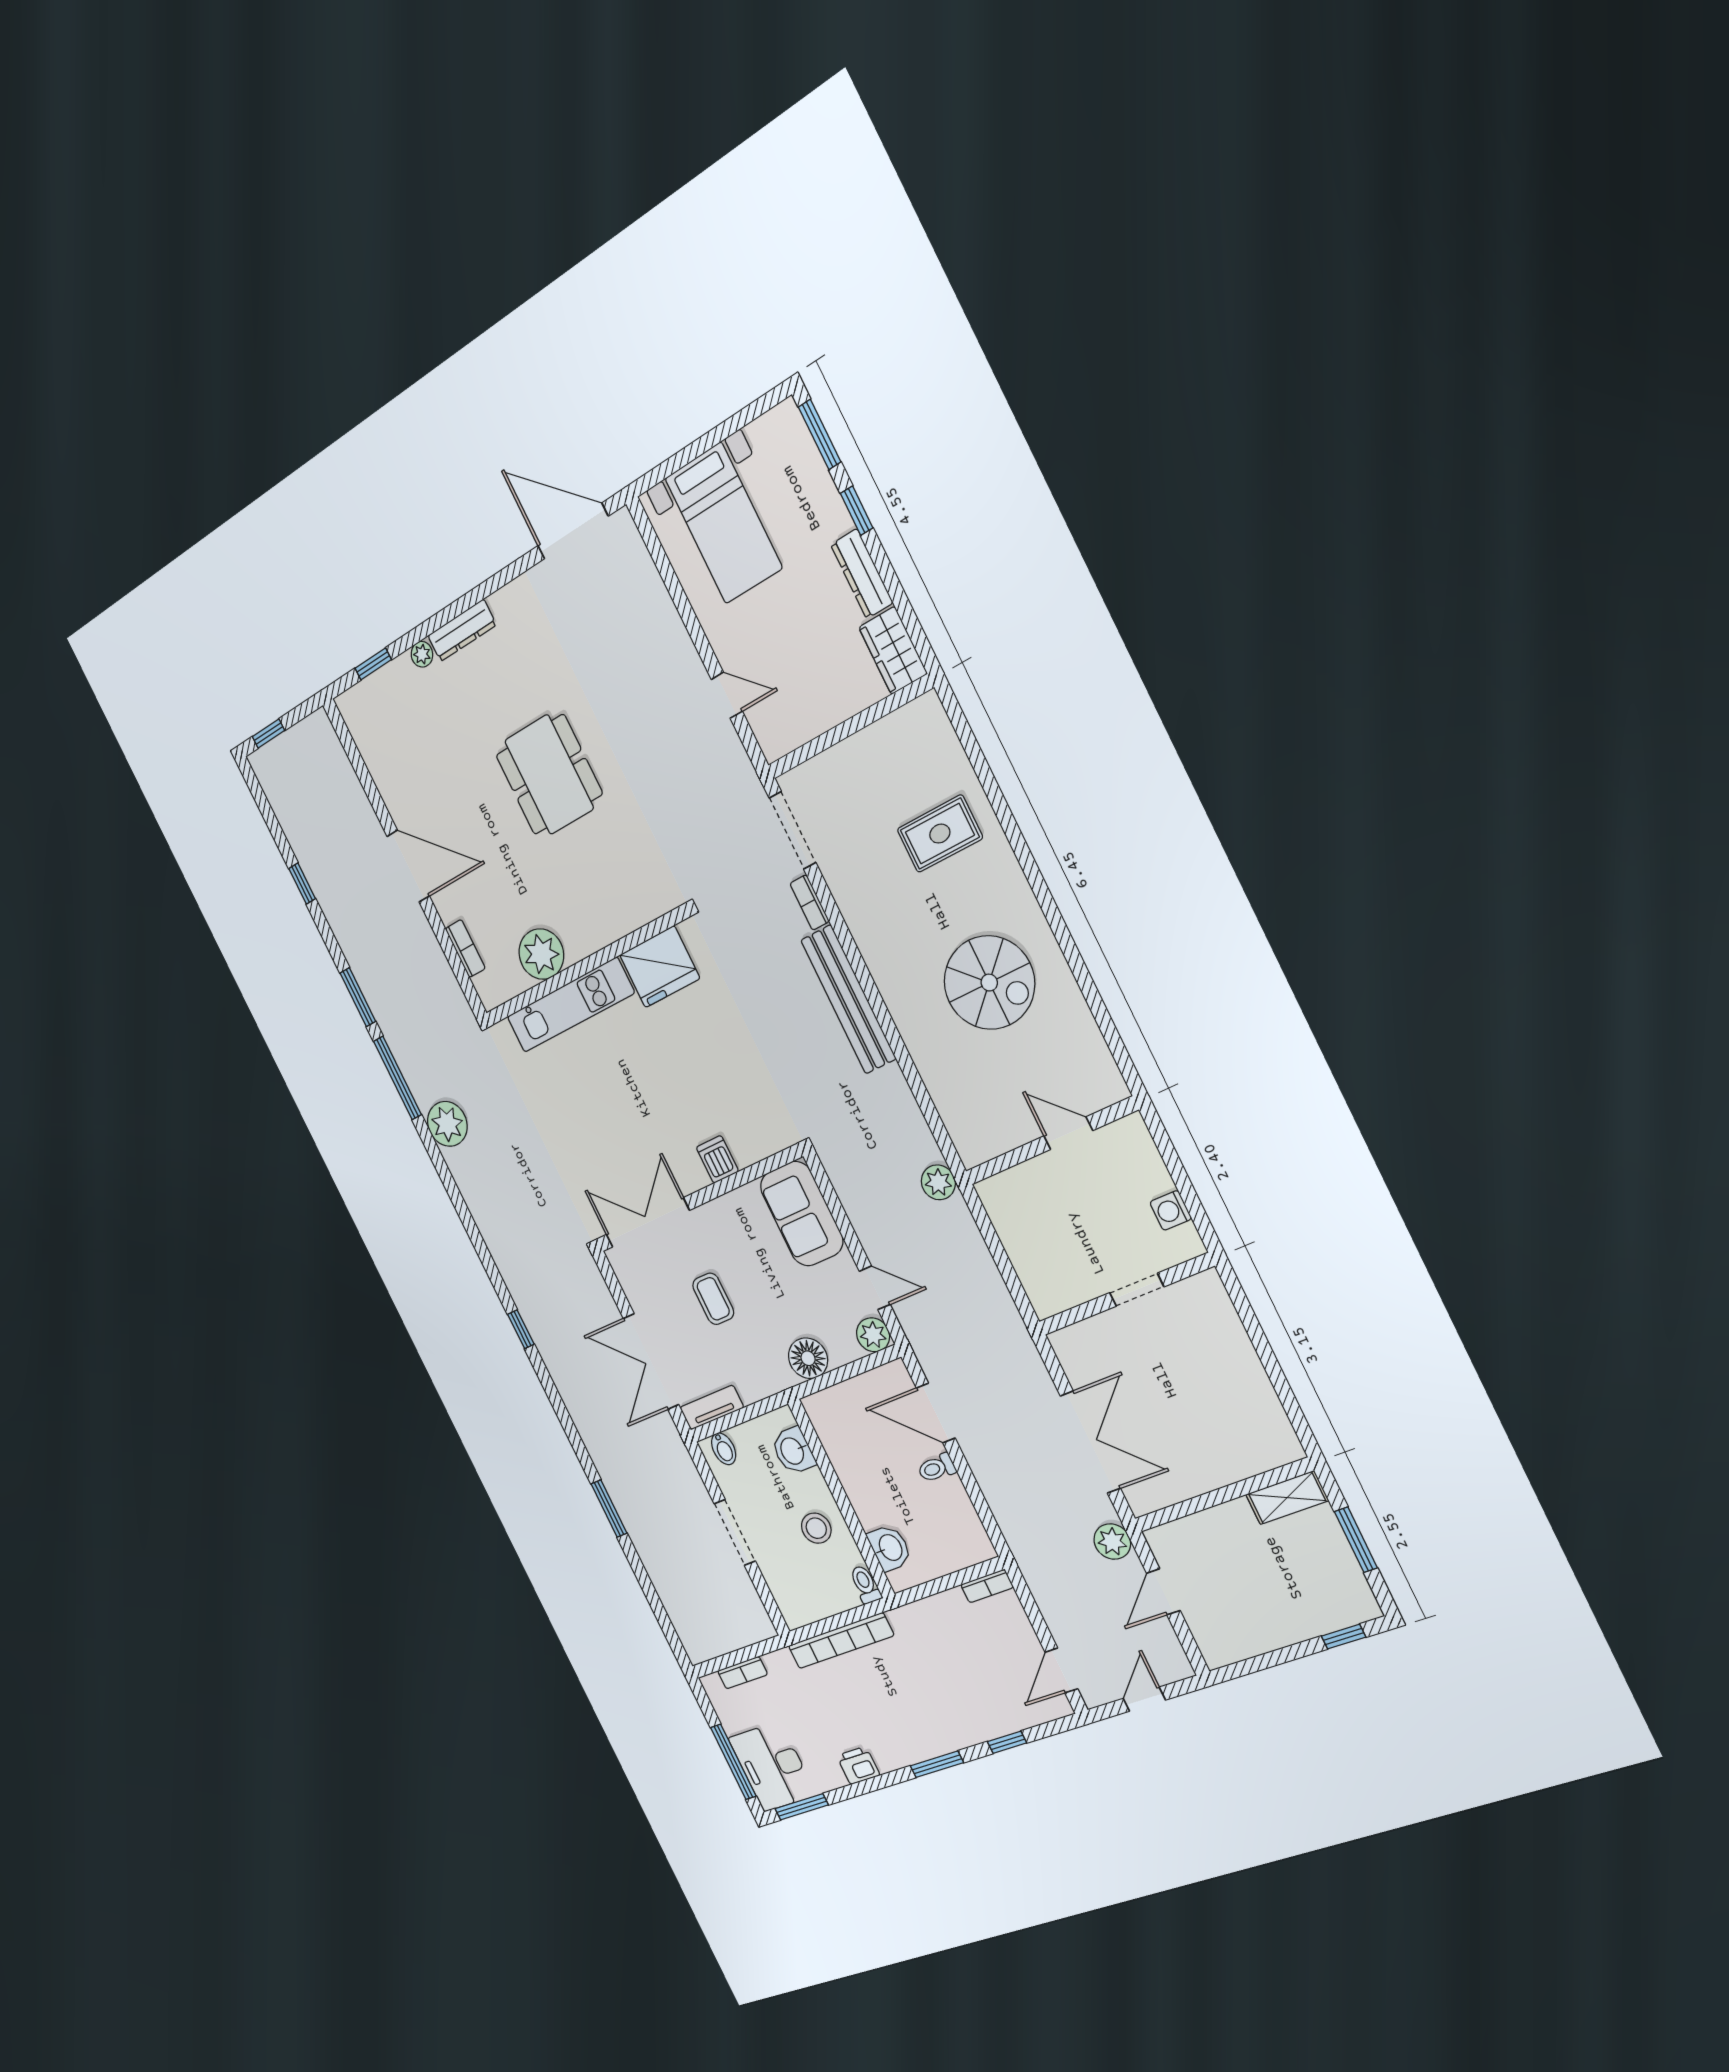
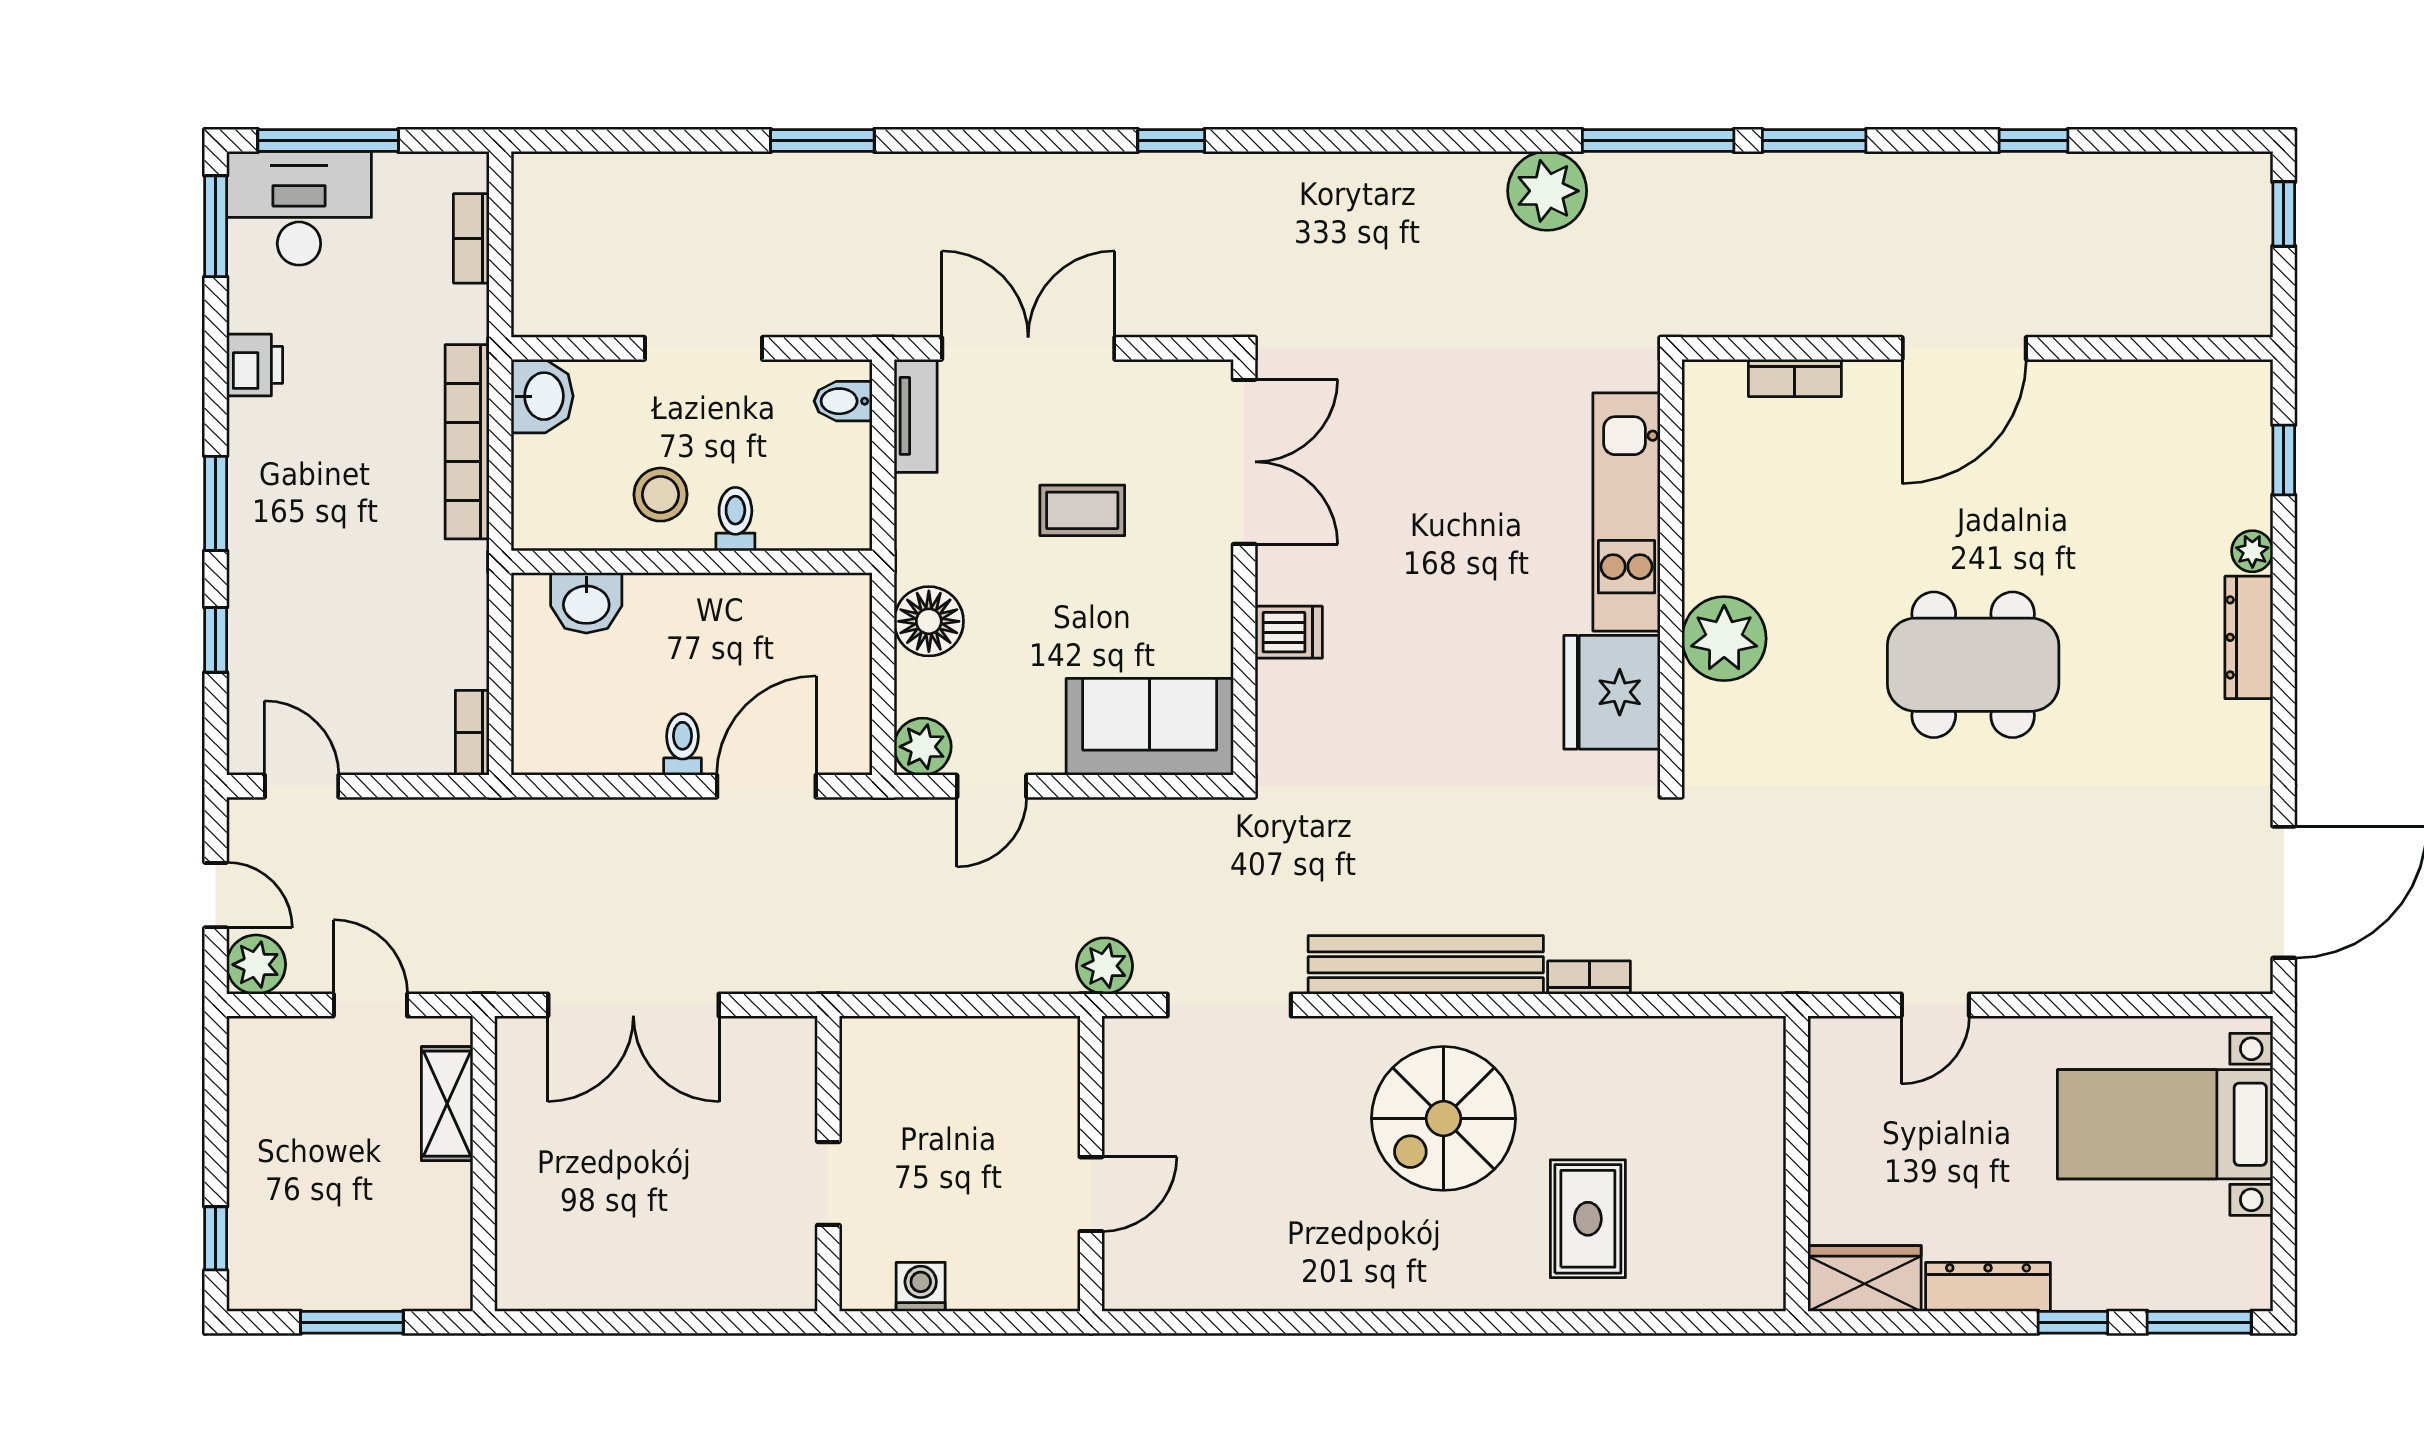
doorway: (793, 830) -> (1229, 1005), moved
plant: (541, 954) -> (1724, 639), moved
spiral stairs: (989, 983) -> (1443, 1118), moved
washbasin: (793, 1451) -> (542, 396), moved, turned 90
shelving: (1287, 1498) -> (447, 1104), moved
plant: (1112, 1542) -> (256, 965), moved
toilet: (865, 1584) -> (735, 519), moved, turned -90

